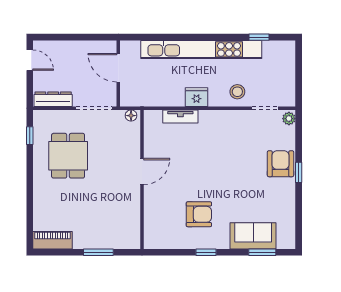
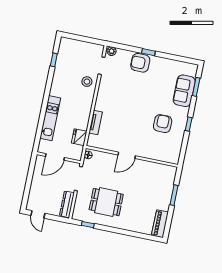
kitchen unit: (201, 49) -> (50, 118), width x0.54
door: (30, 60) -> (38, 214), swing flipped
fridge: (196, 97) -> (79, 137), moved
door: (142, 171) -> (127, 155), swing flipped

